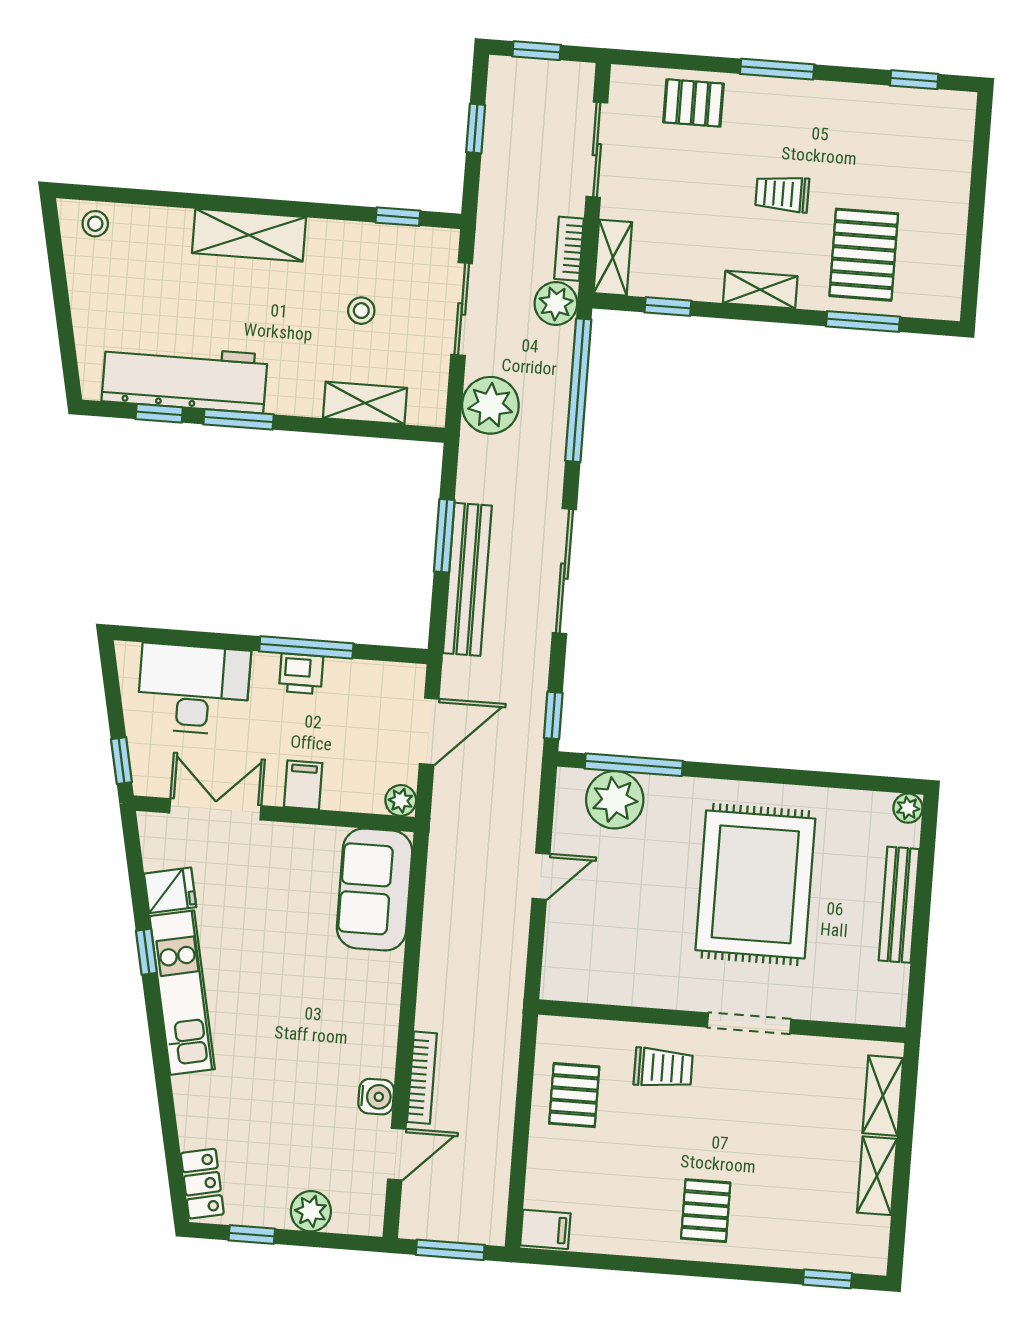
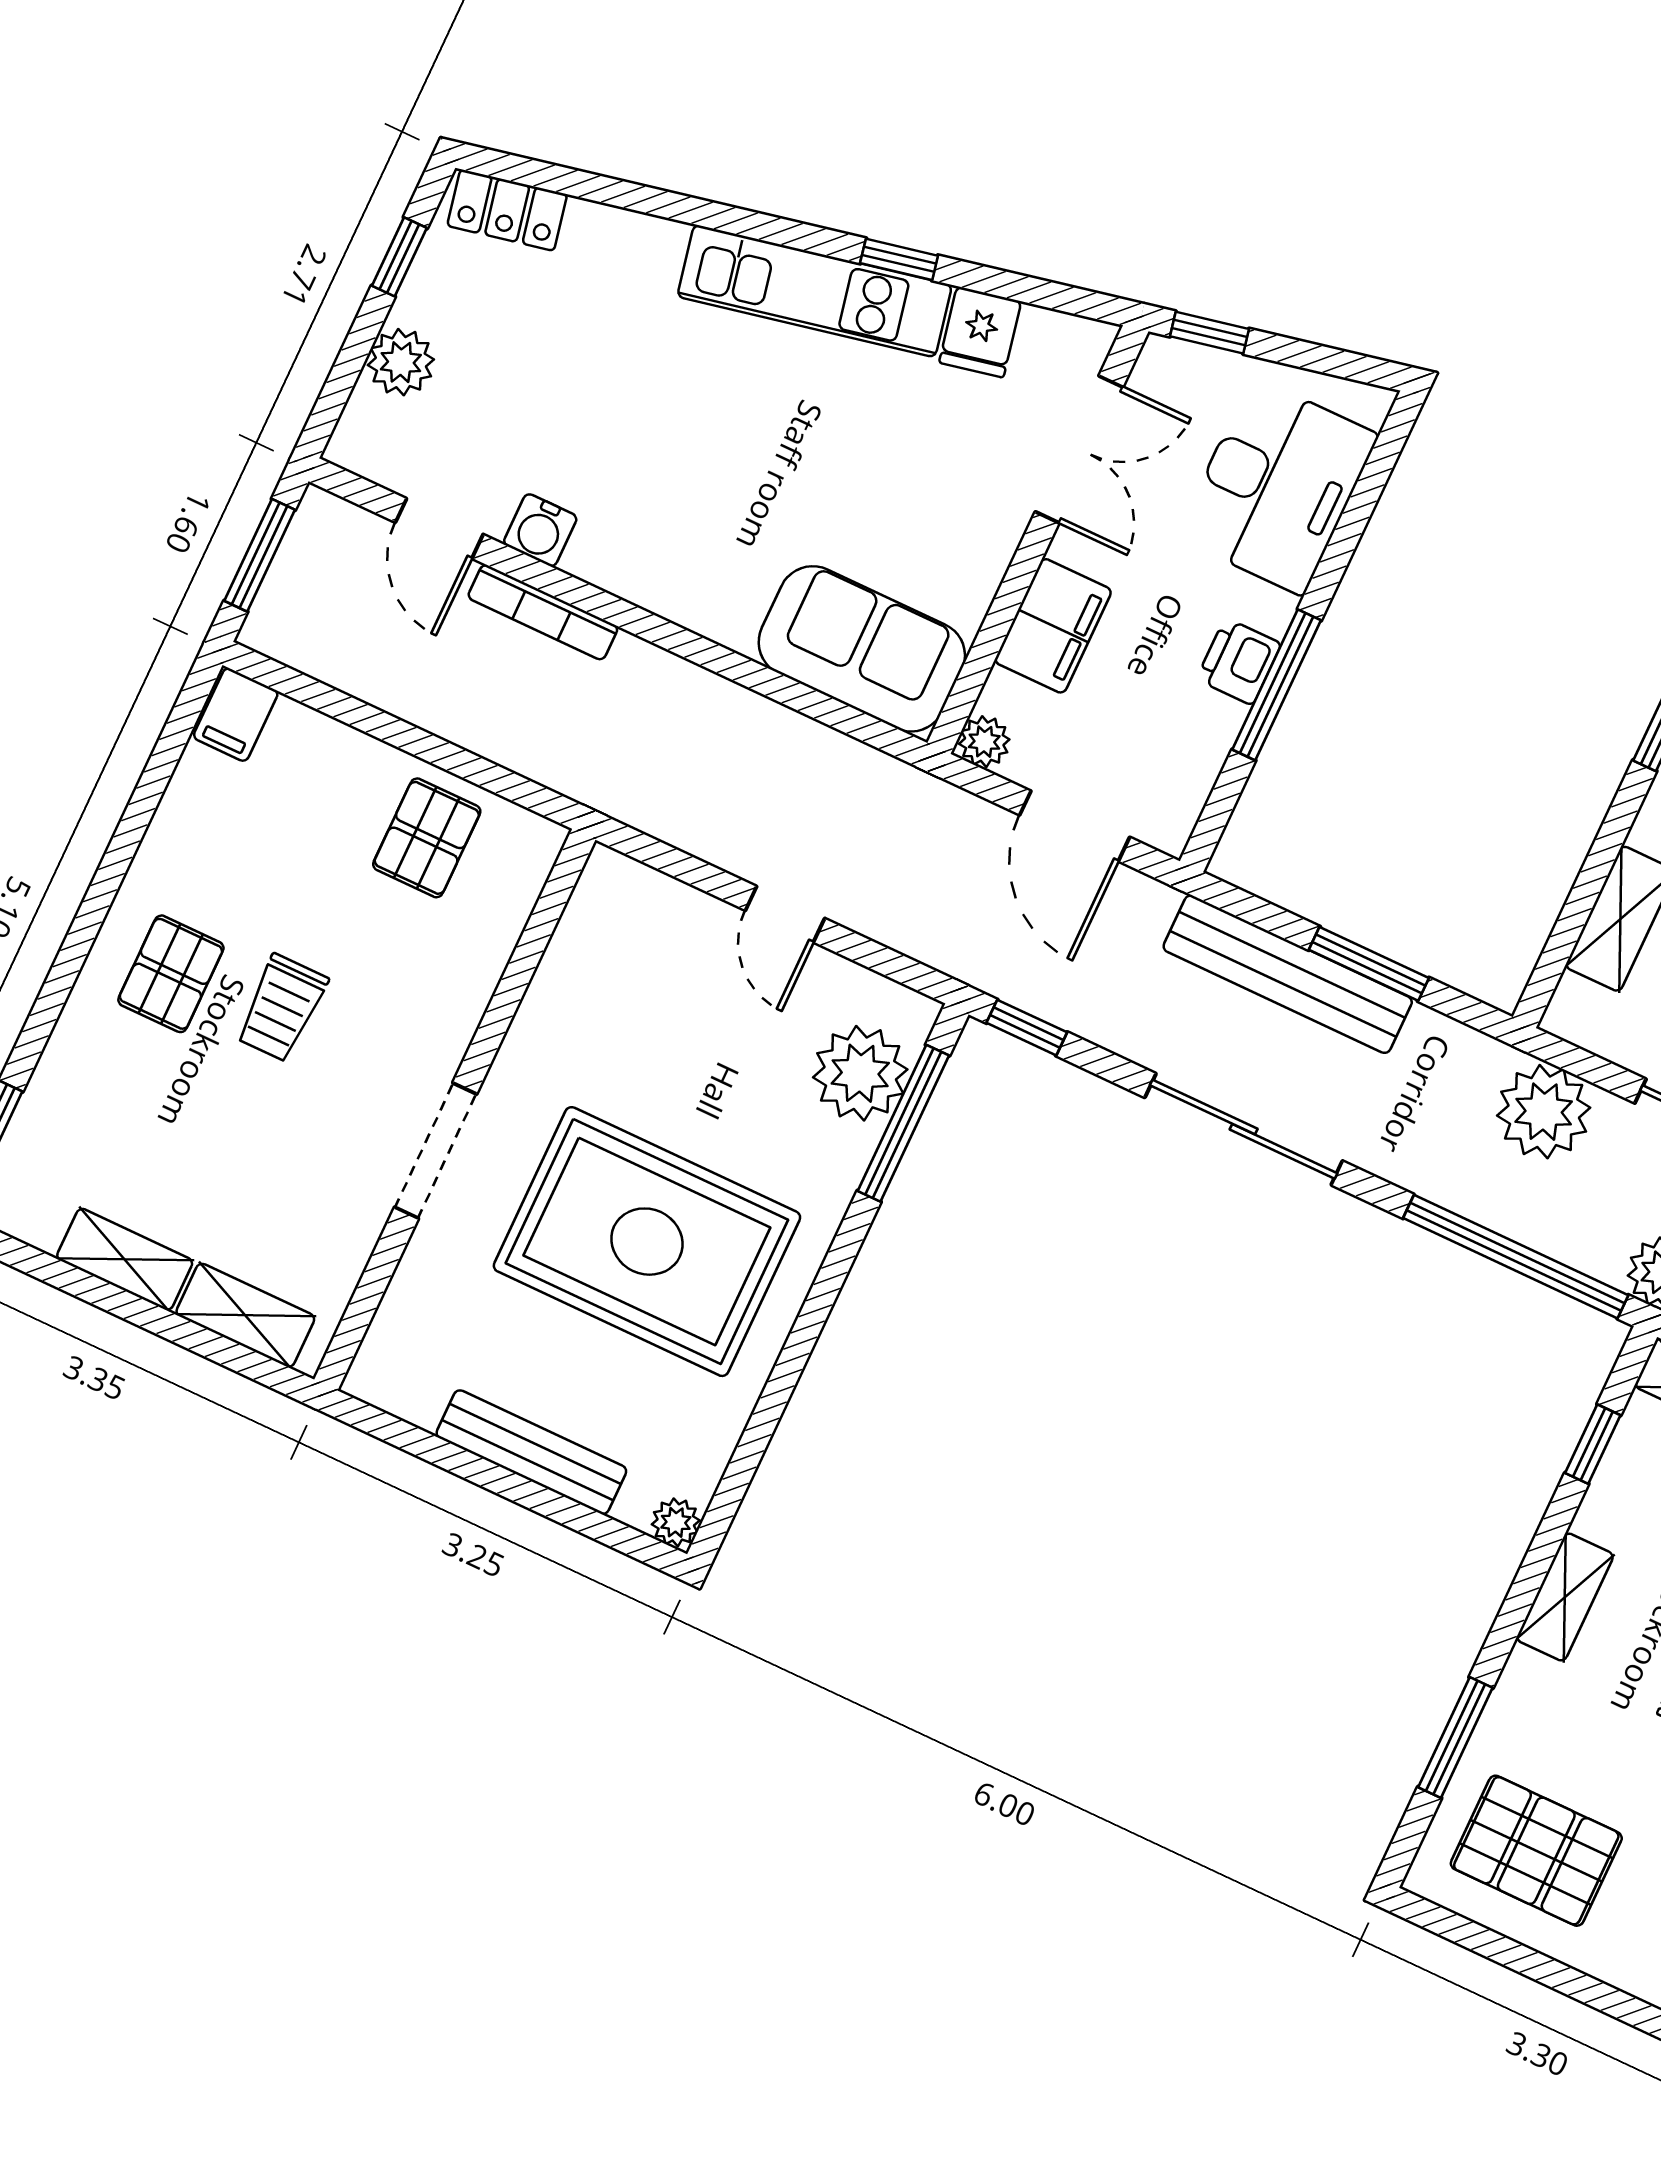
pallet: (864, 255) -> (1536, 1851), moved
filing cabinet: (303, 785) -> (1053, 626), width x2.00
trolley: (663, 1068) -> (282, 1008), moved
pallet: (574, 1095) -> (427, 838), turned 90
pallet: (706, 1211) -> (171, 974), turned 90

